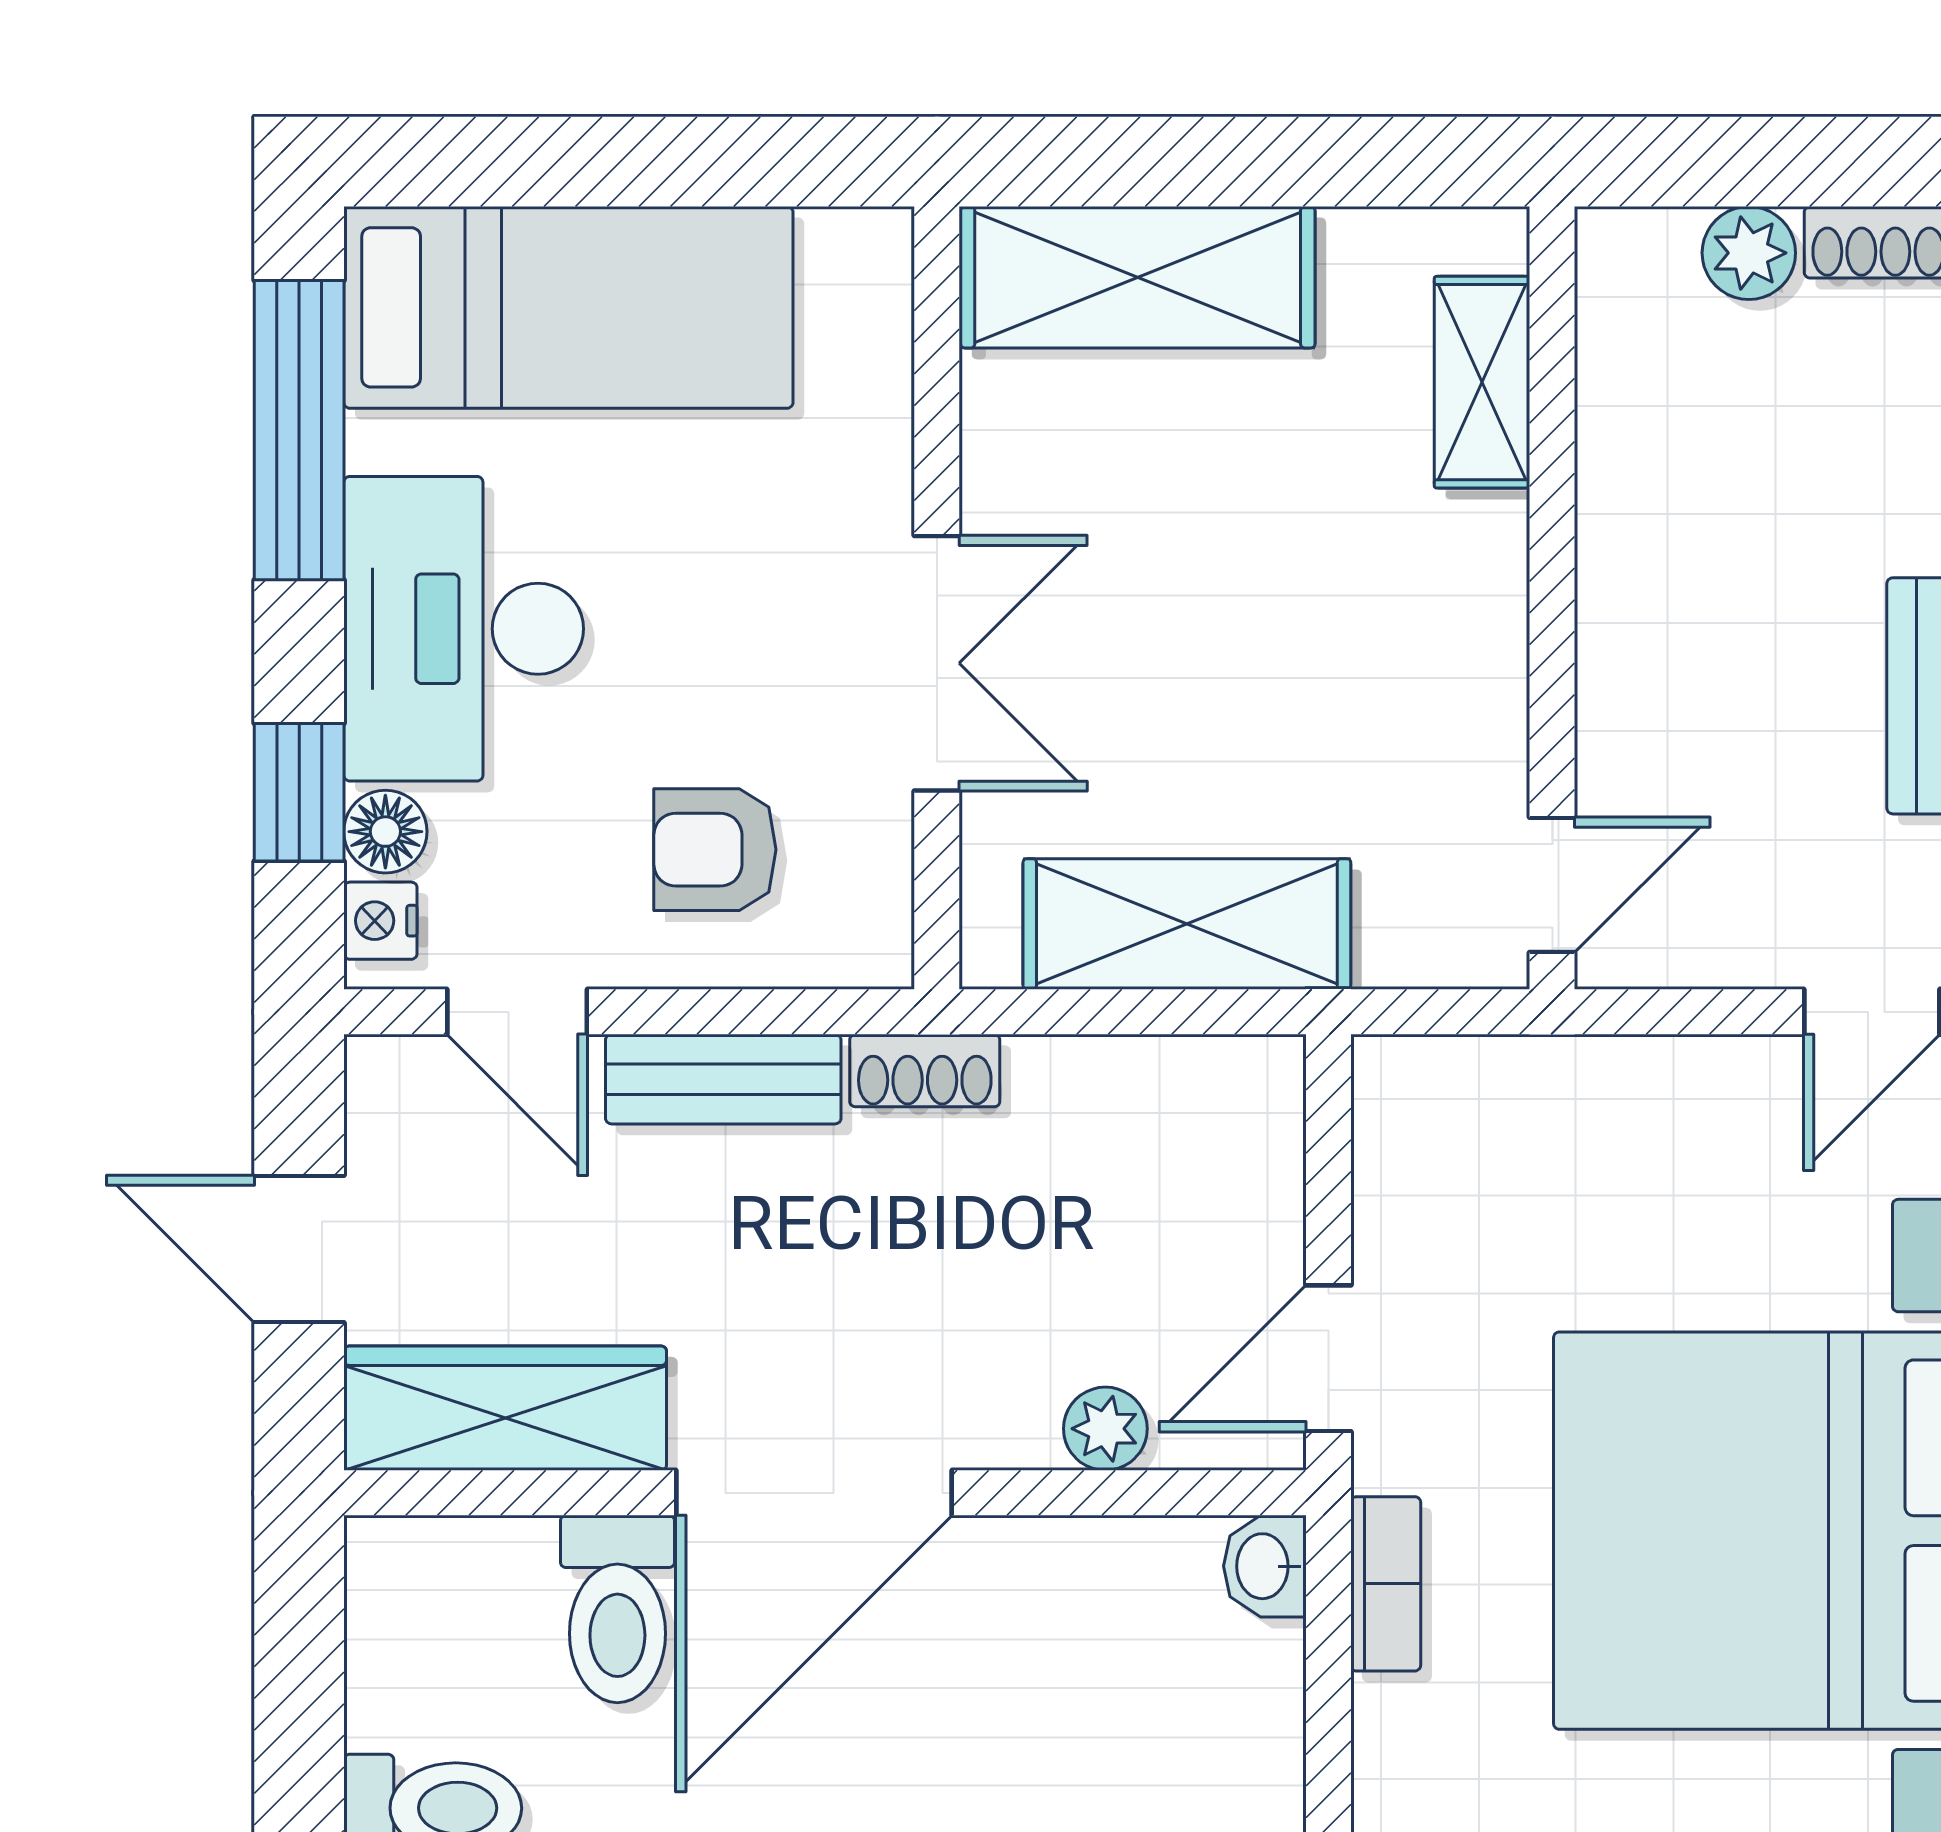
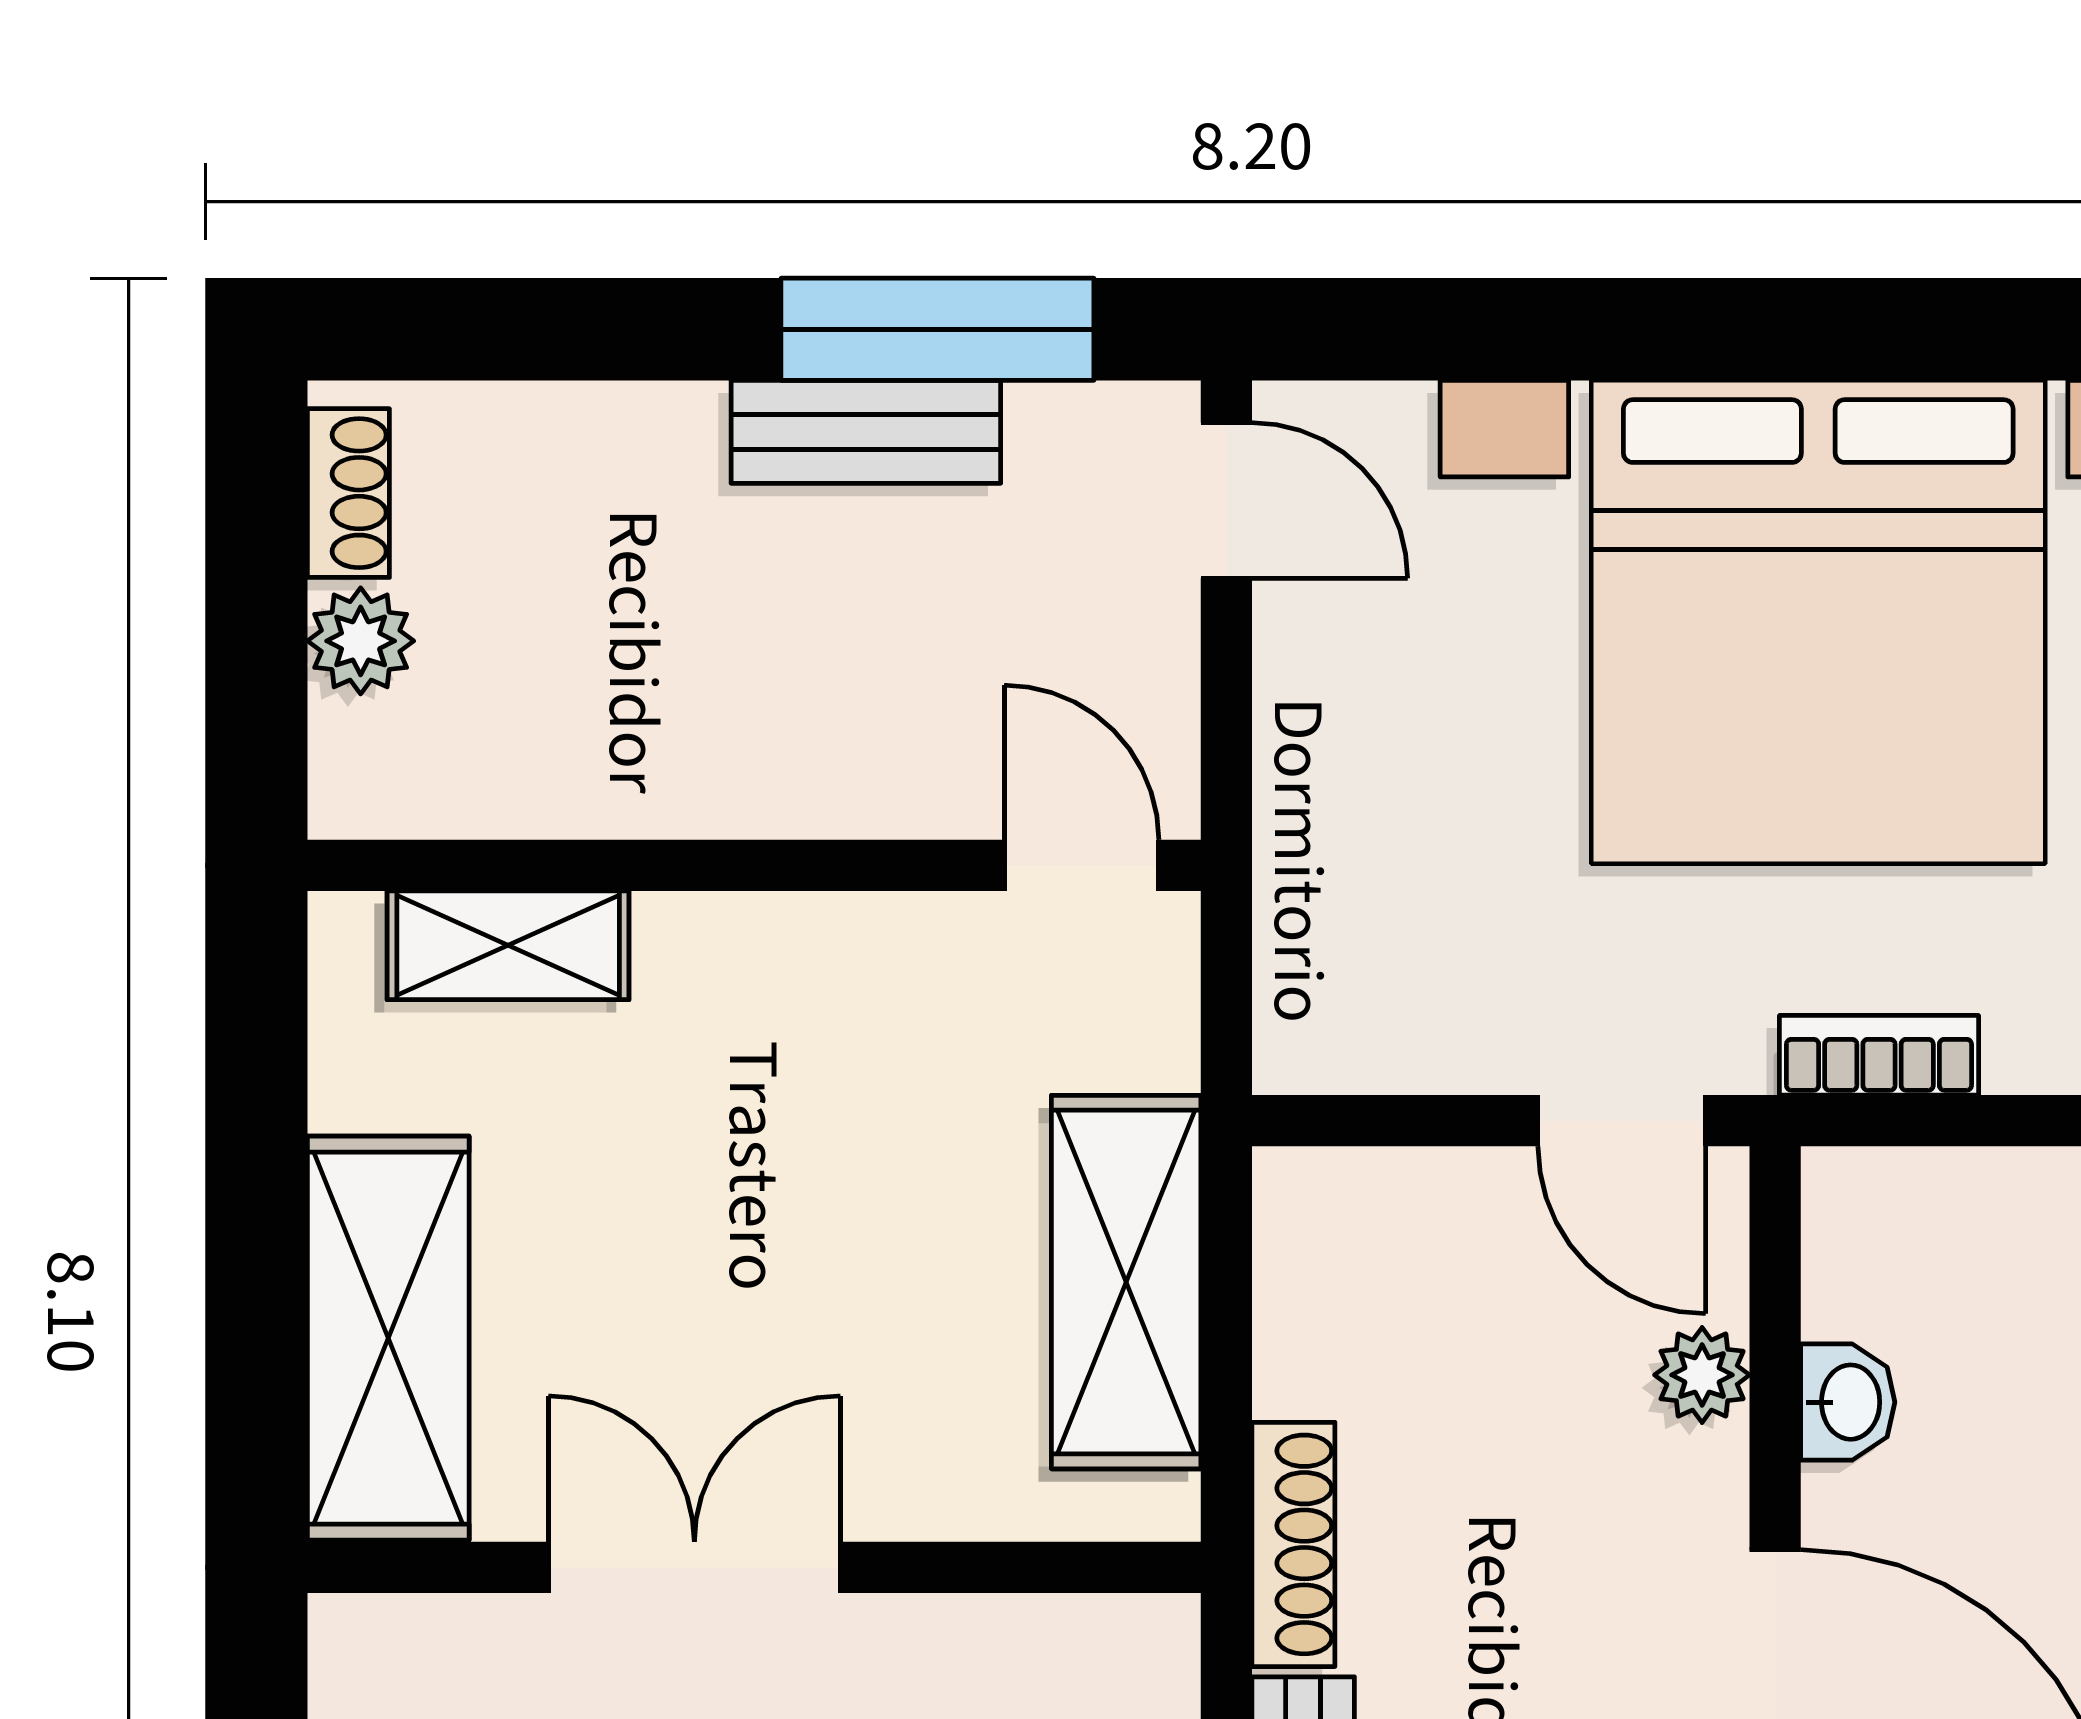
double door: (937, 663) -> (694, 1567), moved
shoe rack: (925, 1071) -> (1293, 1544), width x1.43
washbasin: (1265, 1566) -> (1848, 1402), moved, turned -90

